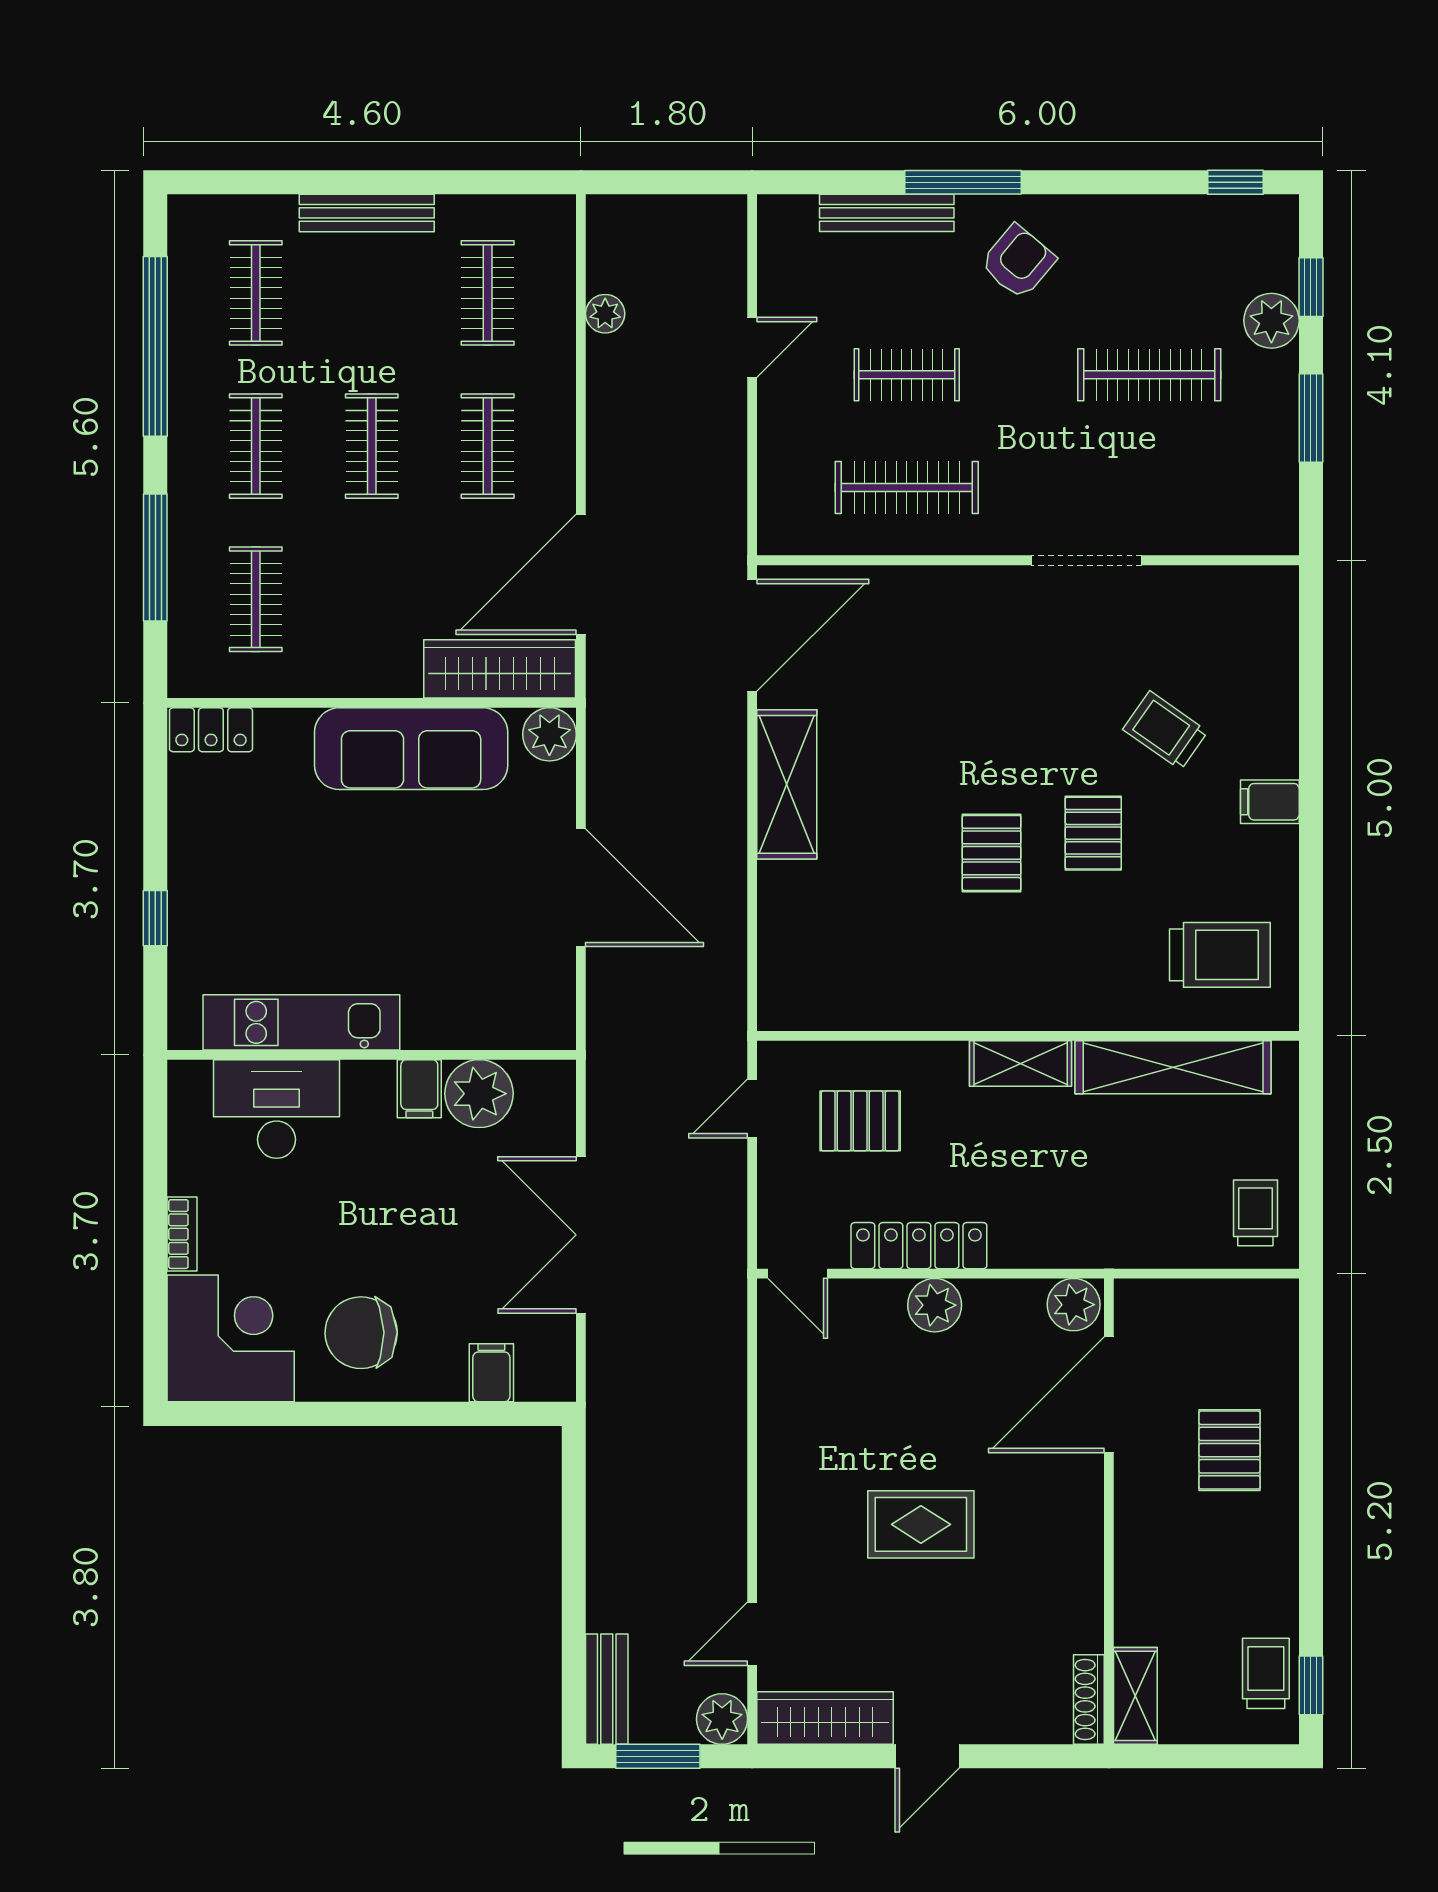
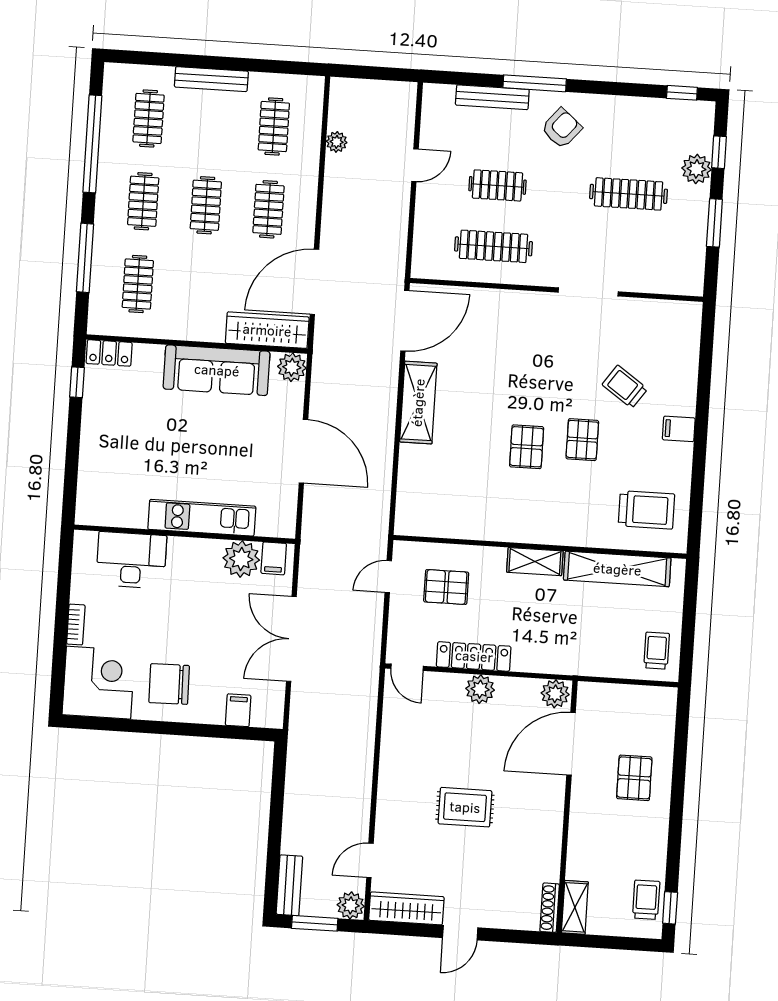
window: (155, 918) -> (77, 382), moved
kitchen unit: (301, 1022) -> (202, 518), moved
filing cabinet: (419, 1089) -> (274, 558), moved

